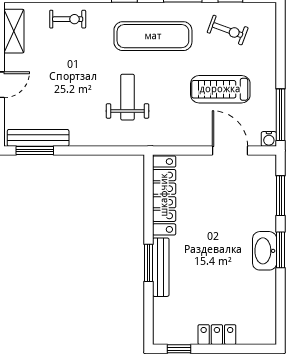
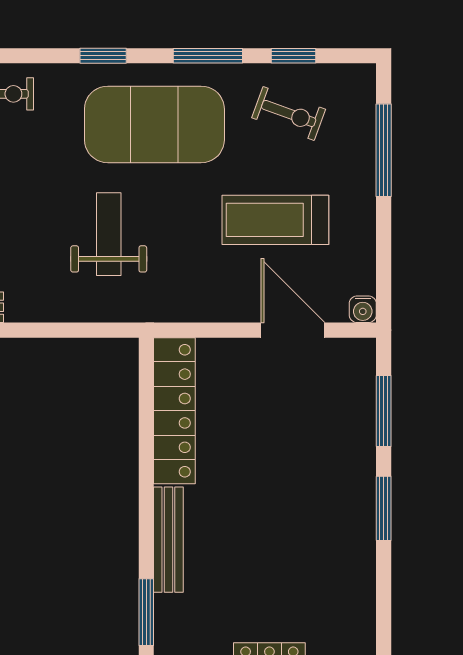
exercise mat: (153, 36) -> (154, 124), width x1.47
window: (280, 115) -> (384, 150), moved
washbasin: (265, 251) -> (355, 510), removed
window: (148, 263) -> (146, 612), moved

